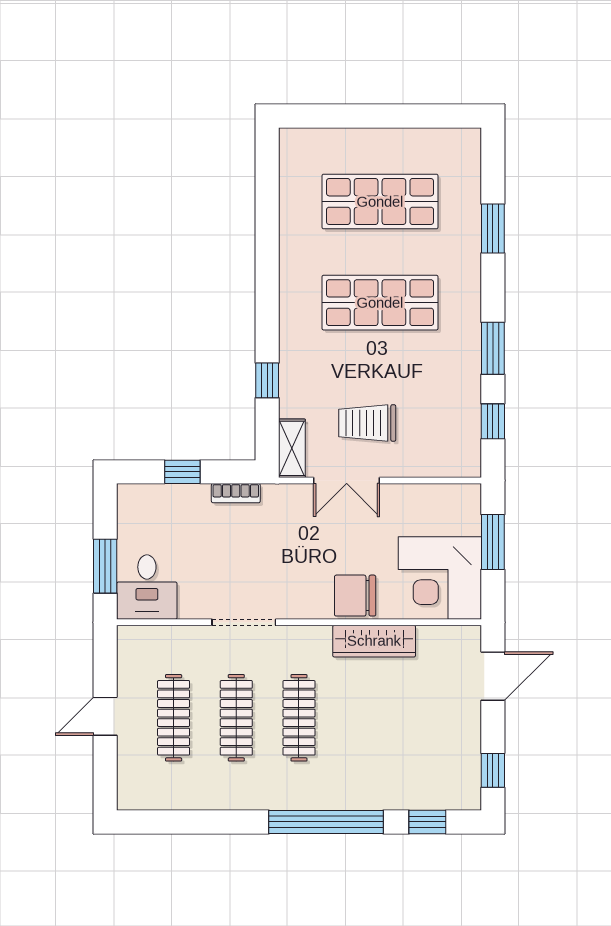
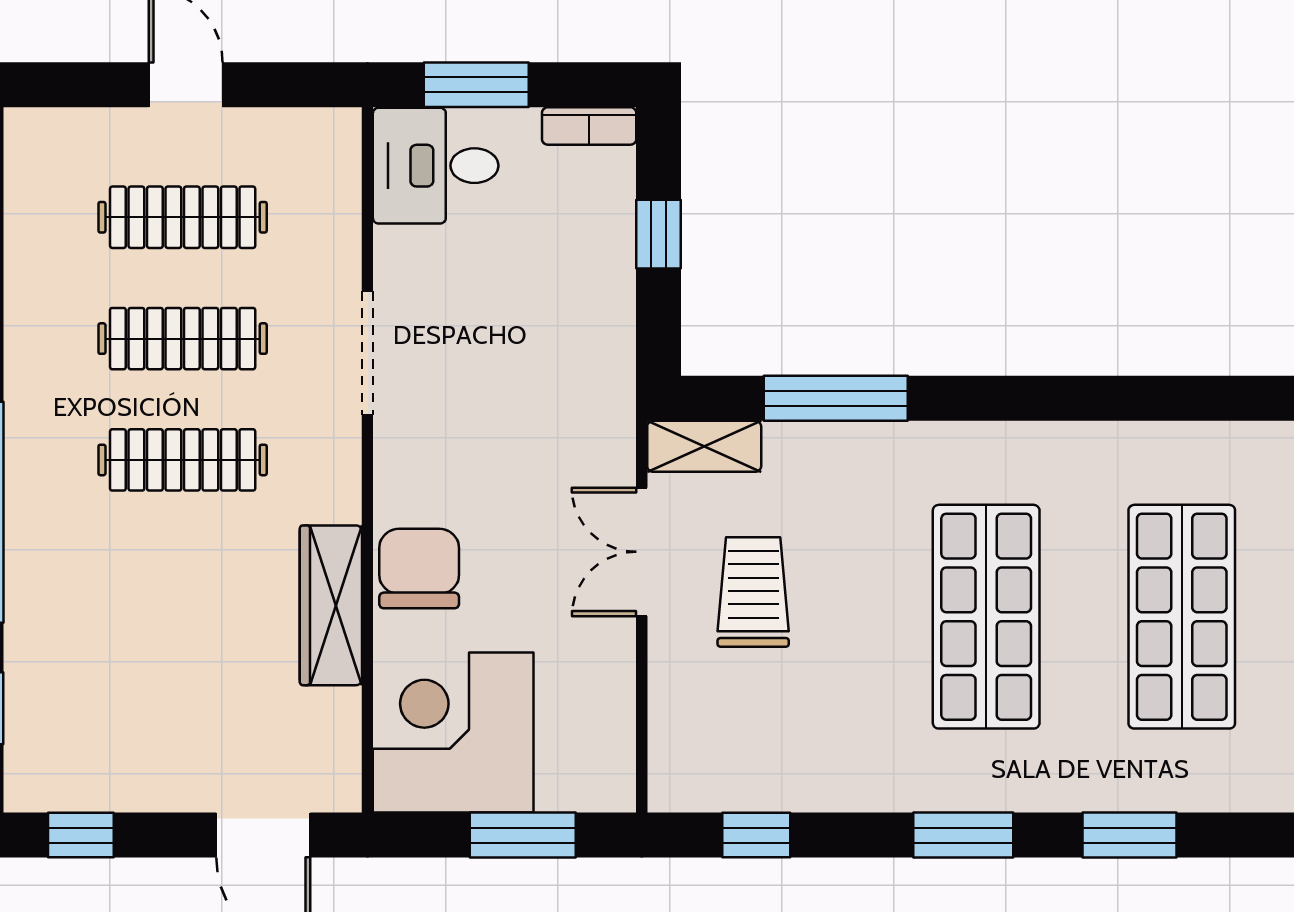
window: (493, 348) -> (963, 835), moved
window: (267, 380) -> (836, 398), width x2.17
bookcase: (236, 493) -> (589, 126), moved, turned -90

